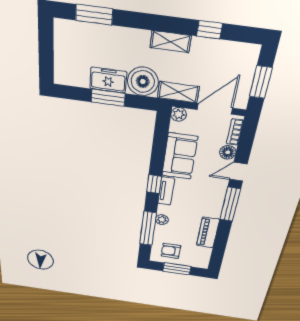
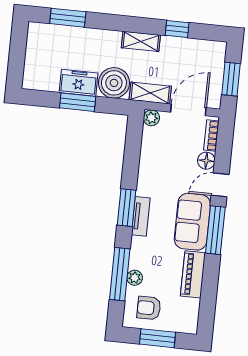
sofa: (180, 156) -> (192, 222), moved, turned 180
window: (154, 184) -> (127, 208), width x1.50
plant: (162, 220) -> (135, 278), moved

